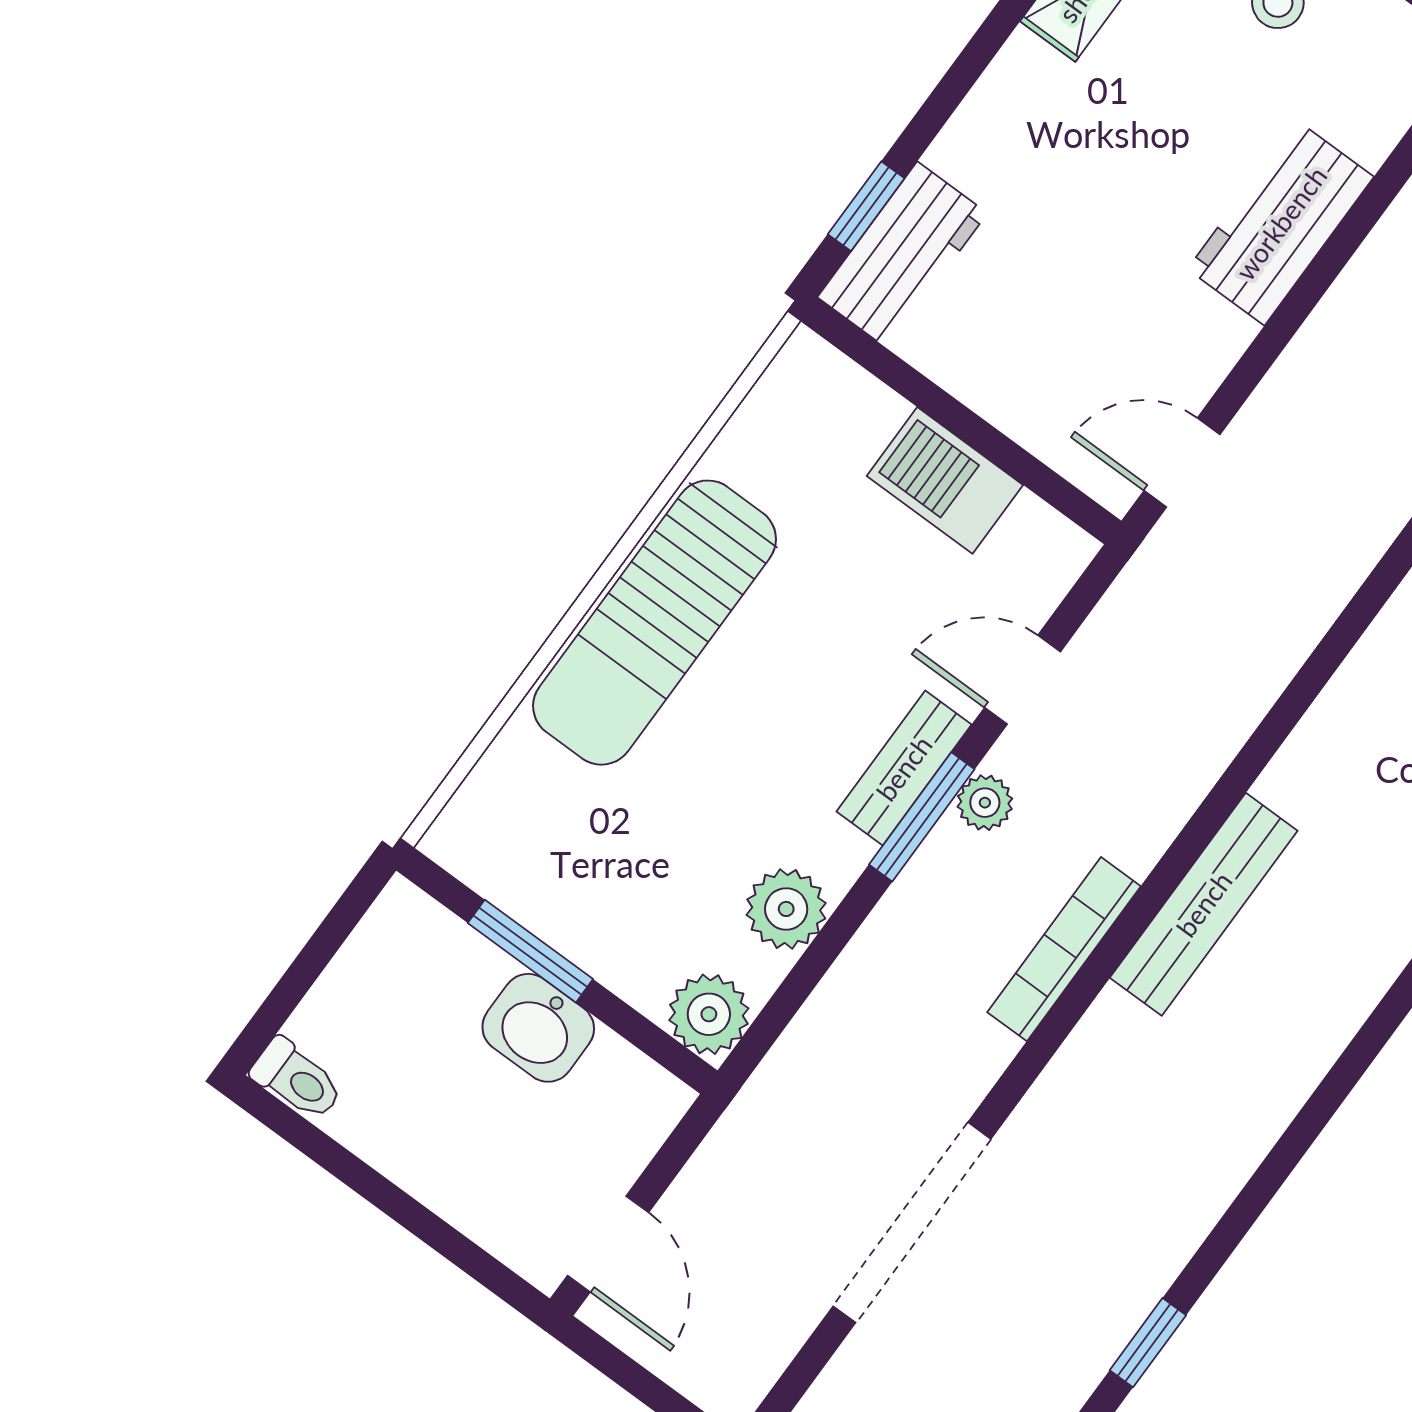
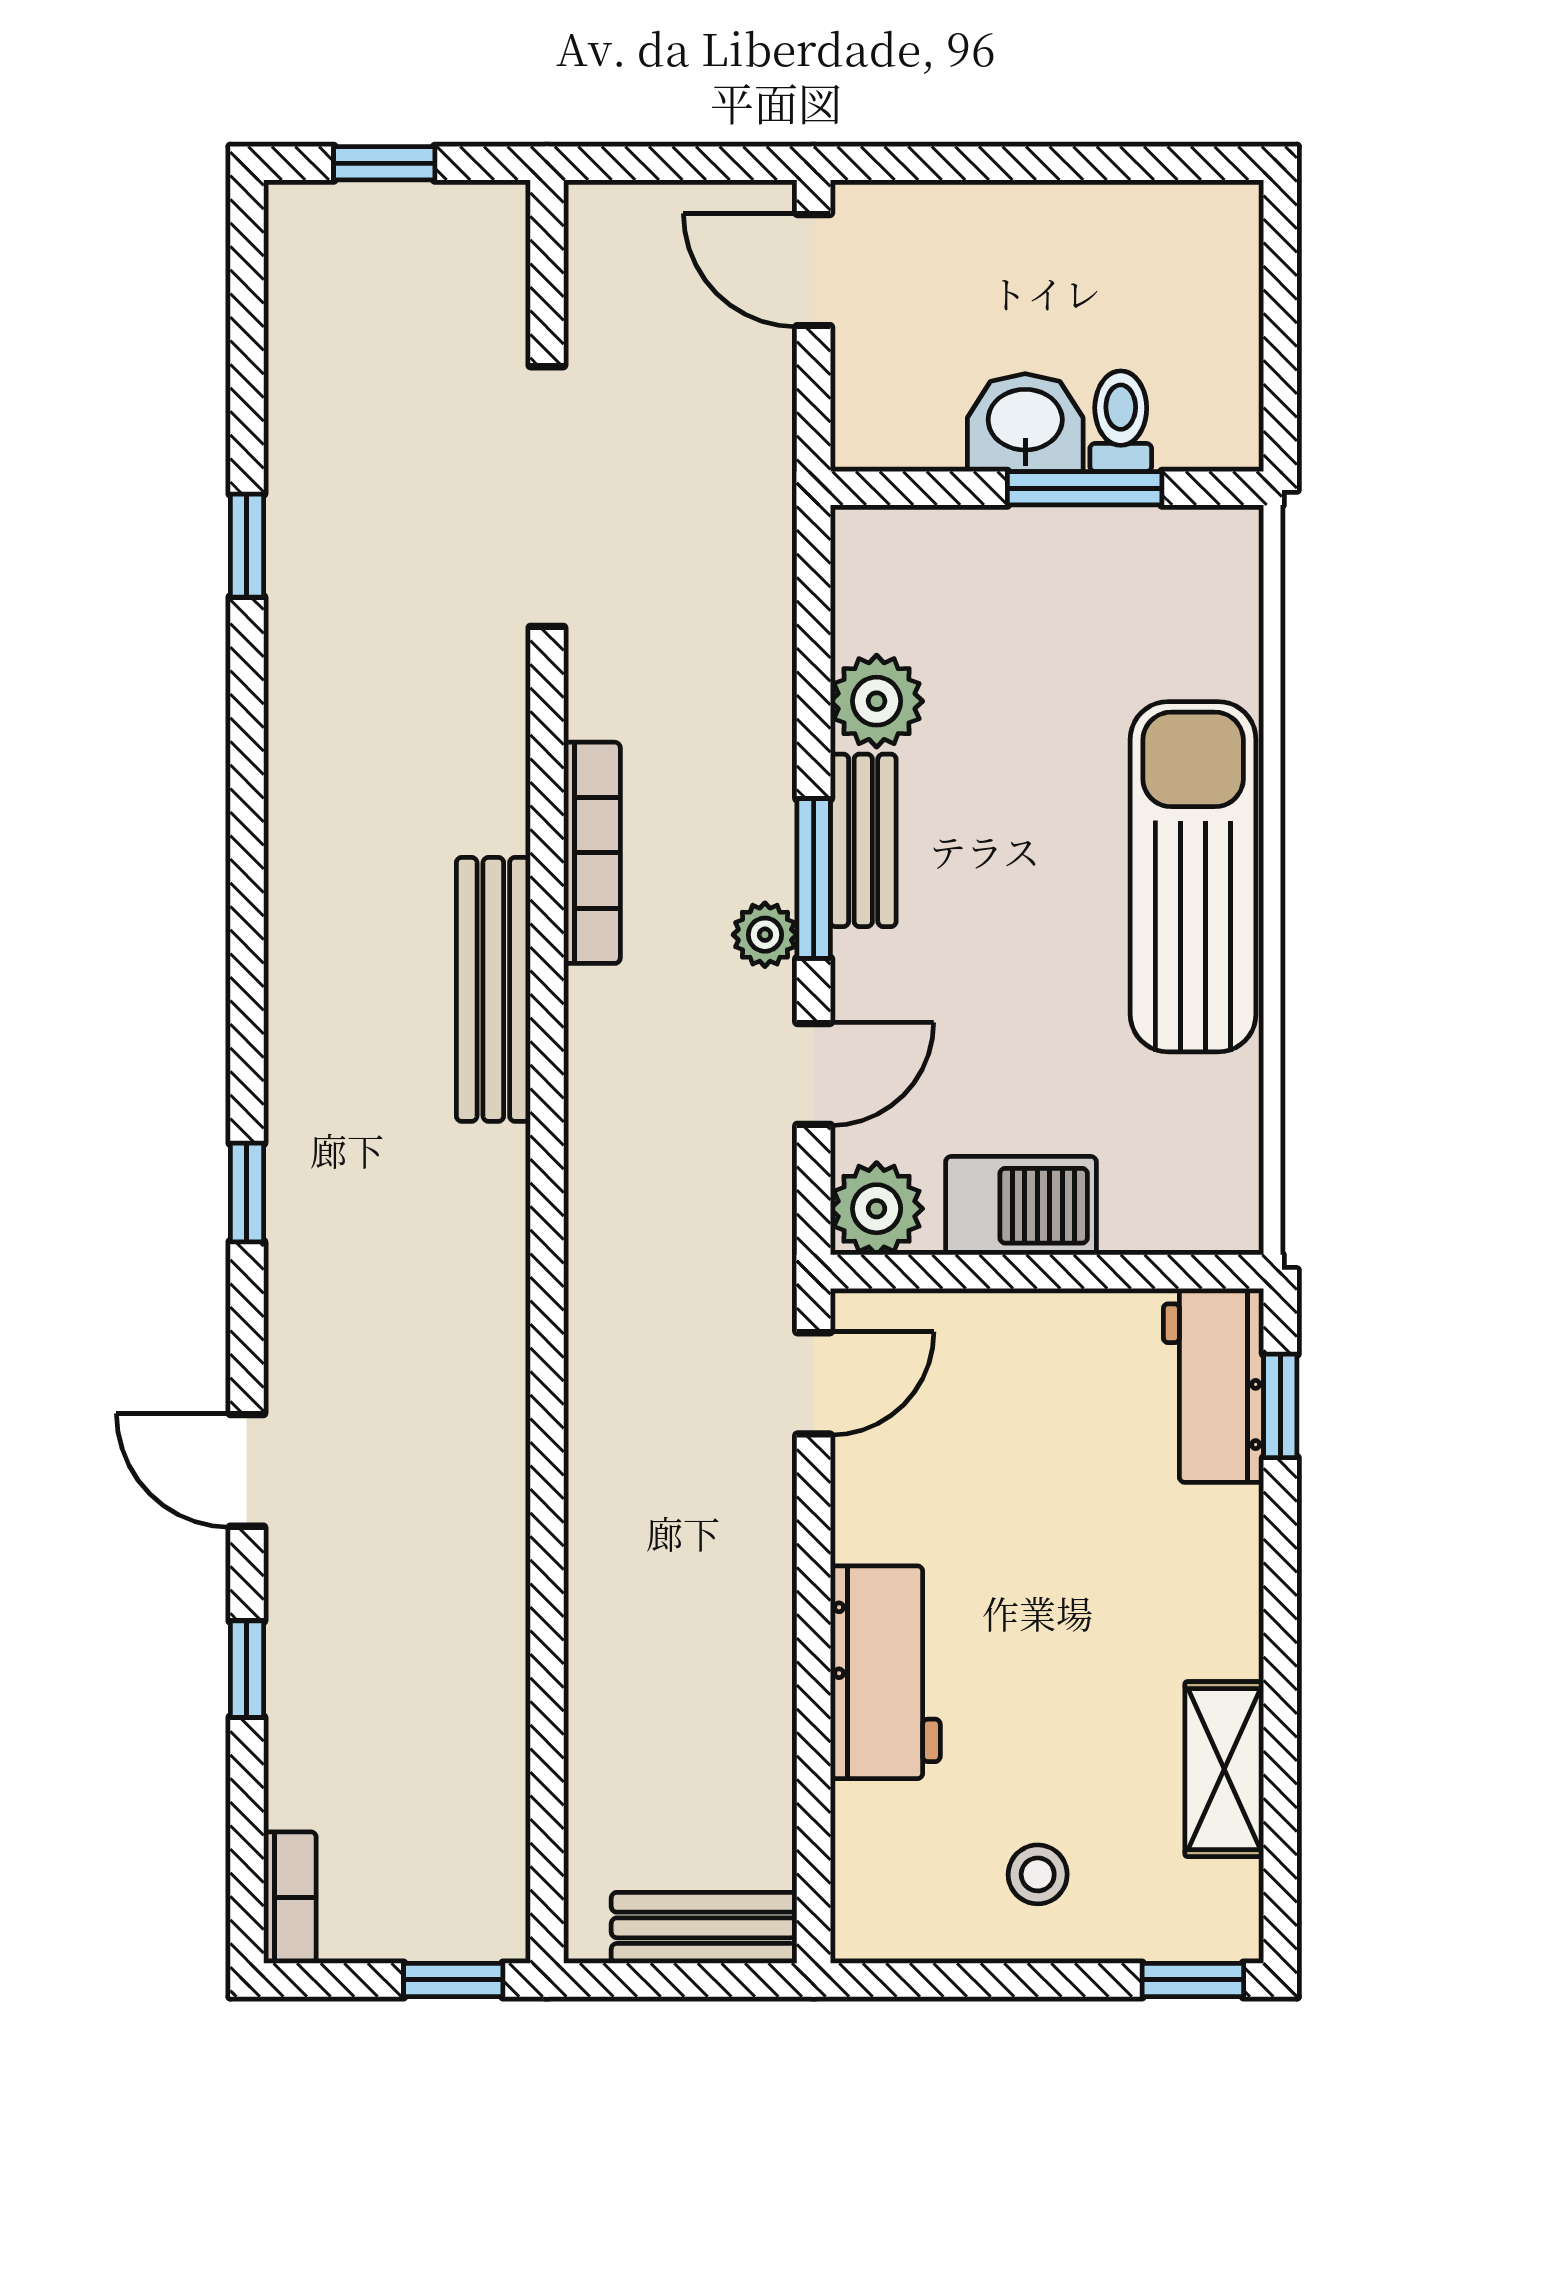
bench: (904, 768) -> (863, 840), moved
plant: (709, 1014) -> (877, 1209), moved
toilet: (297, 1079) -> (1121, 421), moved, turned 90

